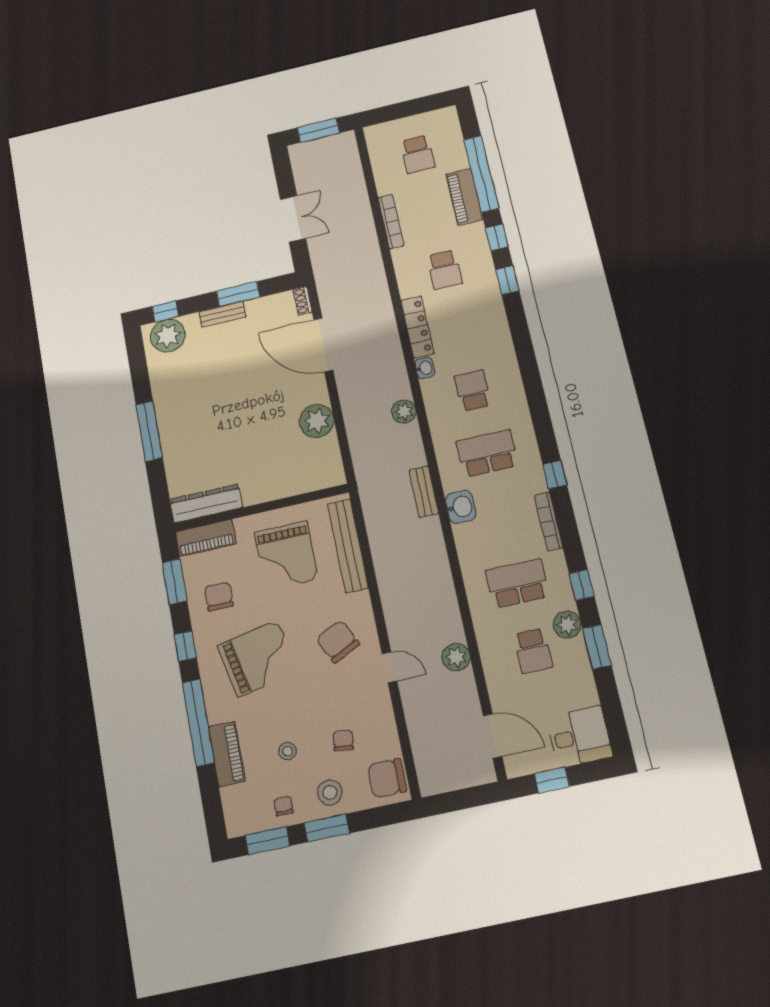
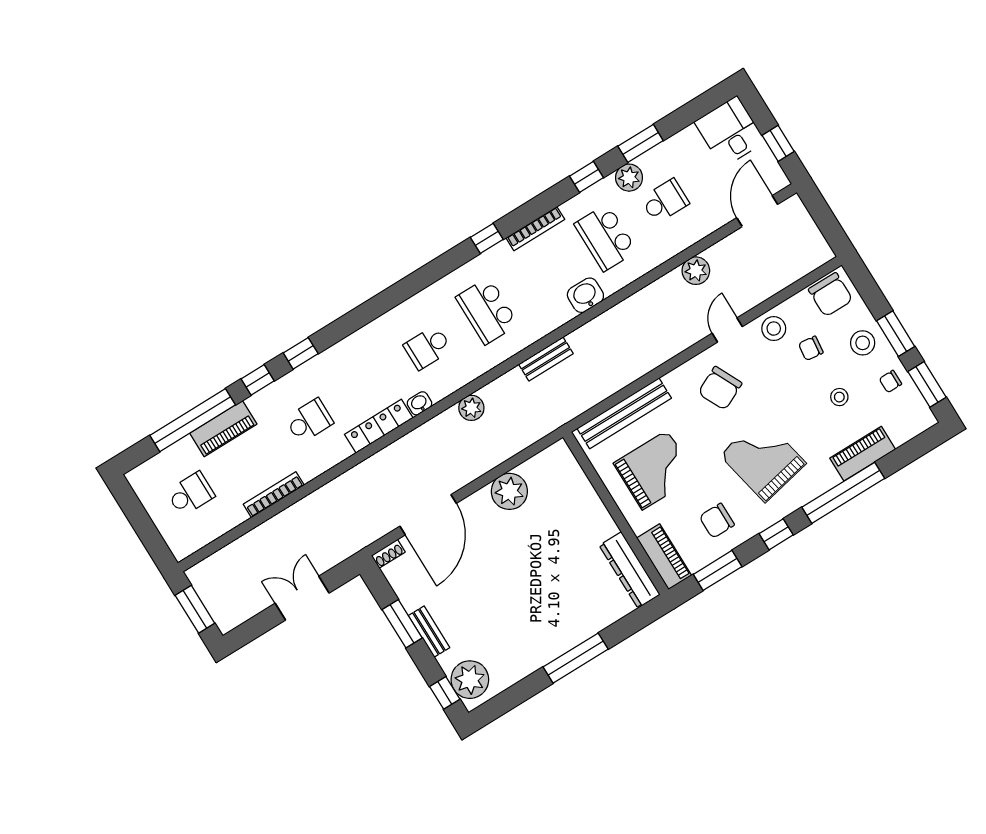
washbasin: (461, 507) -> (585, 295), moved
stool: (375, 712) -> (774, 329), added

